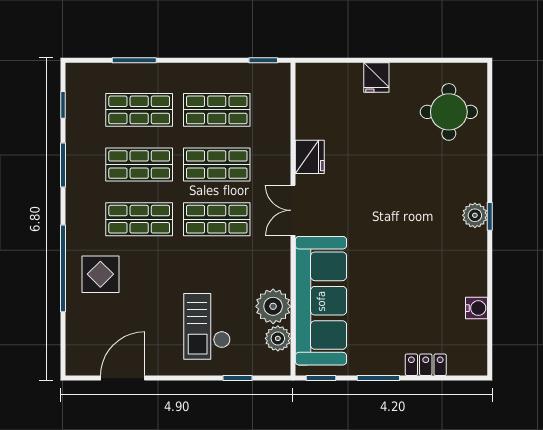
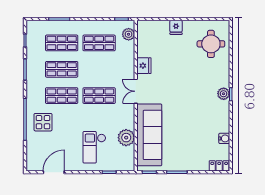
shop shelf: (217, 165) -> (99, 69), removed
plant: (278, 338) -> (129, 34), moved
locker: (426, 365) -> (219, 166), moved

